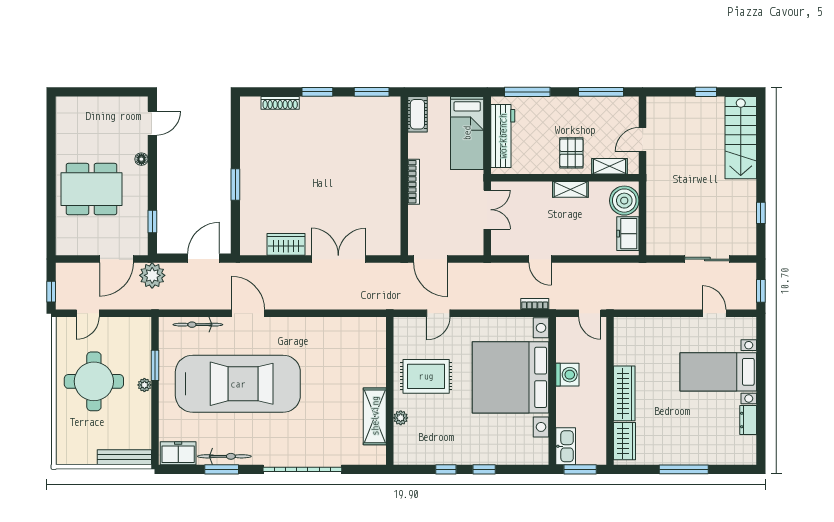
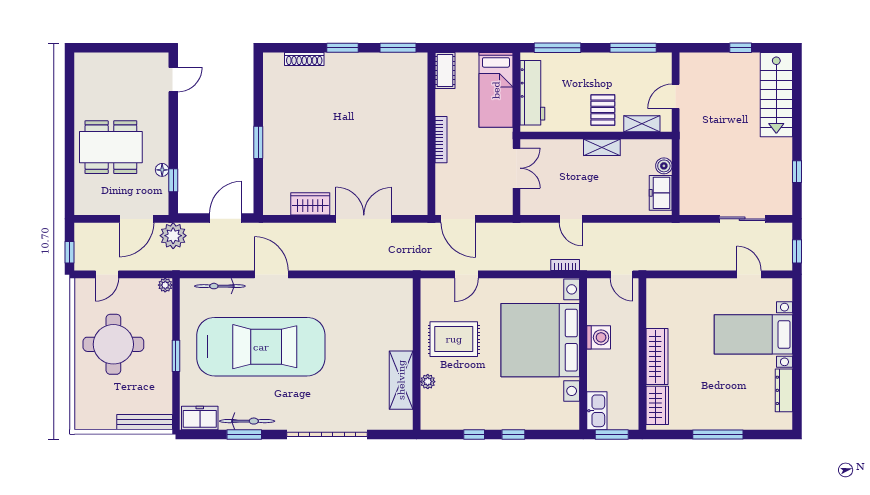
floor lamp: (141, 159) -> (162, 170), moved
boiler: (624, 201) -> (664, 166), width x0.54, depth x0.54
window: (155, 365) -> (176, 356), moved
plant: (144, 385) -> (165, 285), moved
dresser: (748, 420) -> (784, 390), width x1.44

